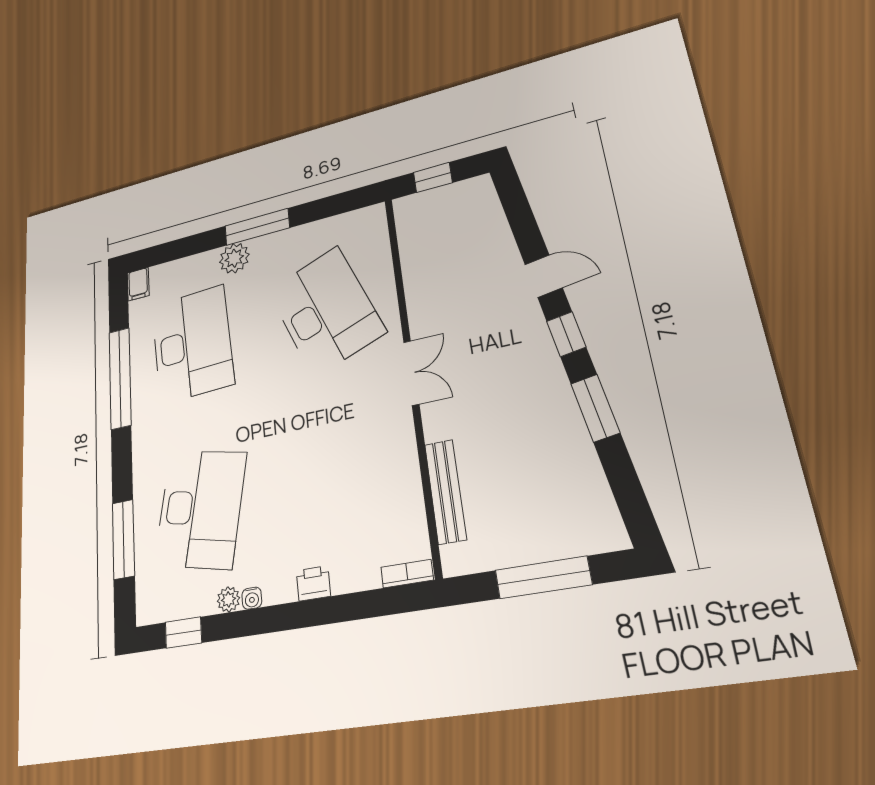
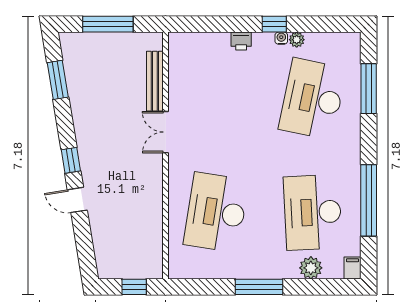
plant: (234, 258) -> (311, 268), moved
desk: (326, 311) -> (216, 212), turned 30
double door: (411, 373) -> (166, 132), moved
window: (595, 408) -> (58, 80), moved
bookcase: (407, 574) -> (184, 38), removed
window: (183, 633) -> (274, 24), moved

